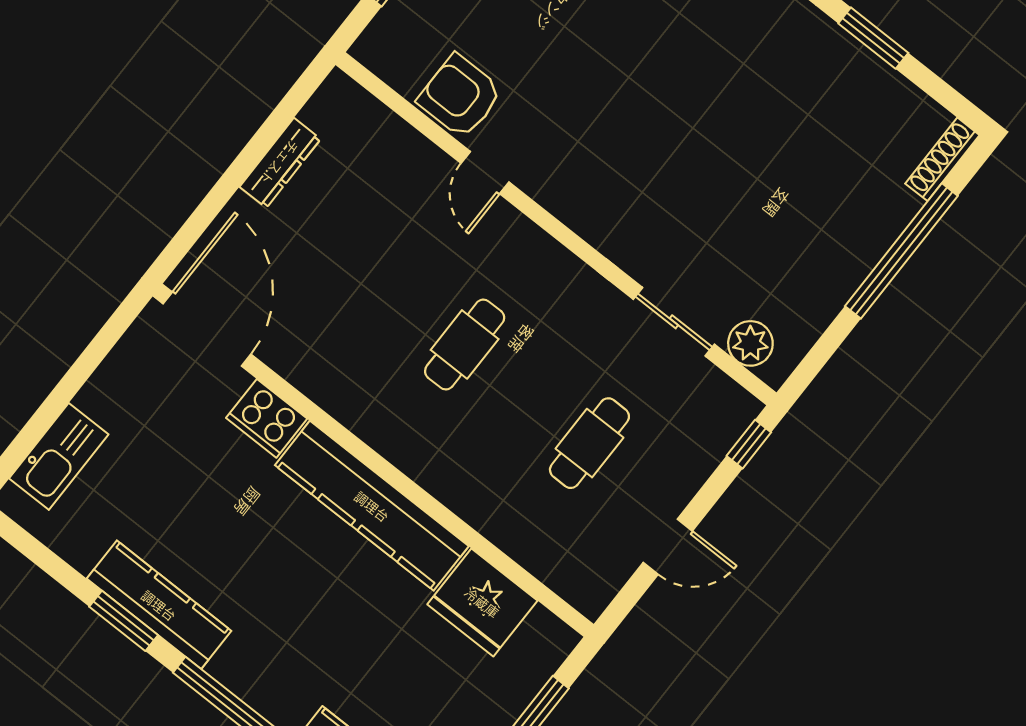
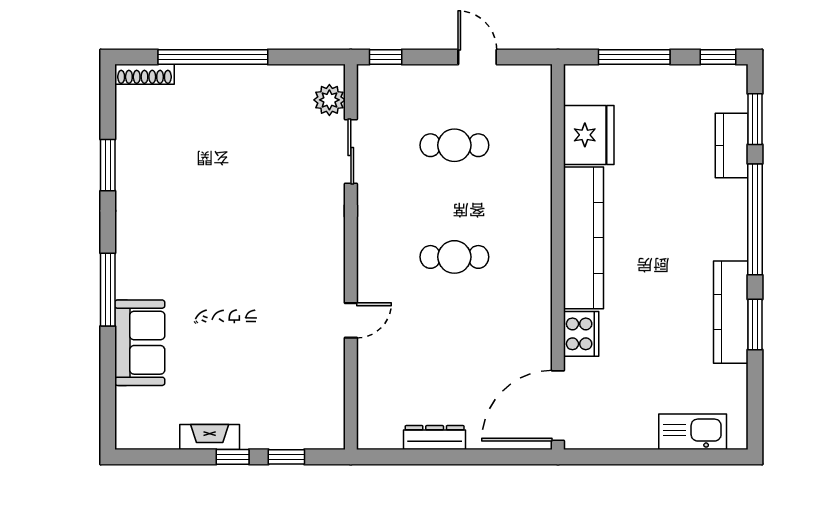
armchair: (460, 96) -> (320, 367), removed

